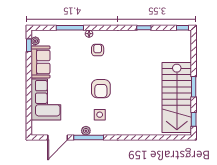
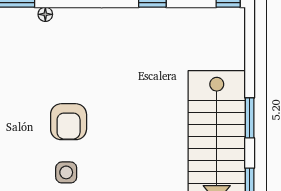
armchair: (98, 50) -> (62, 46), removed

